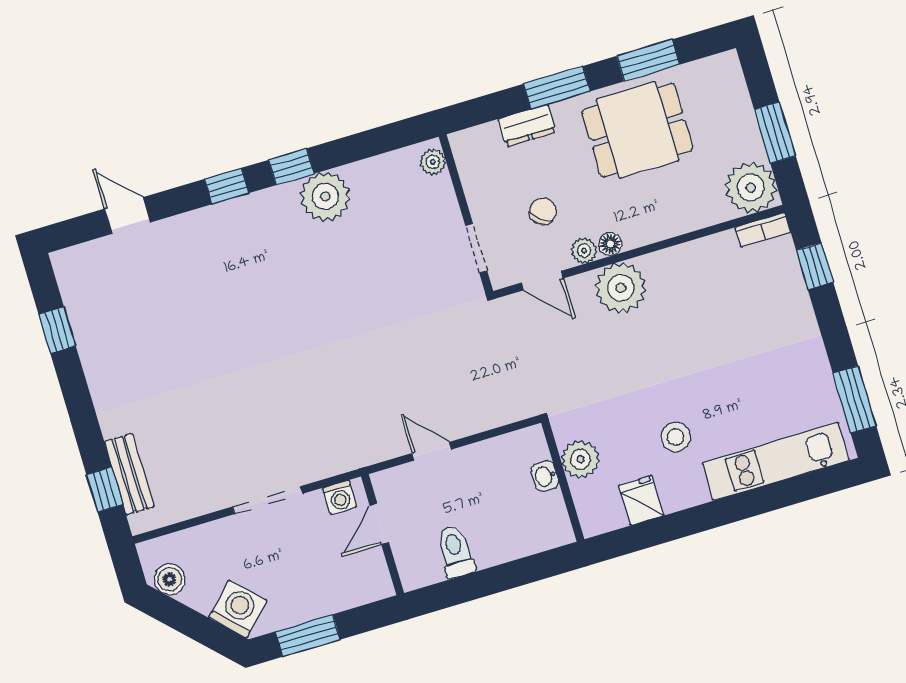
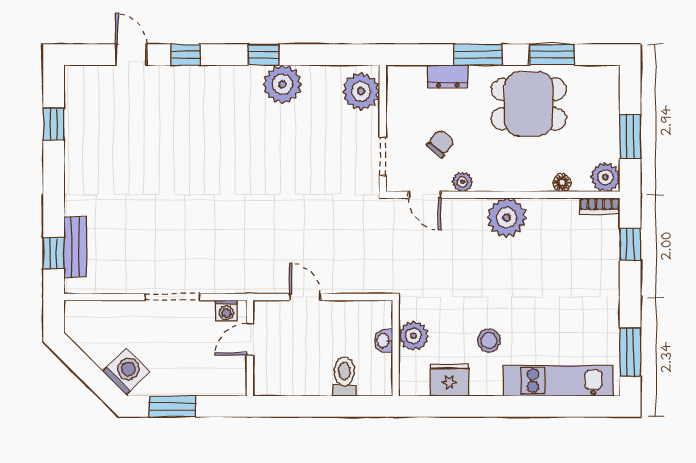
plant: (433, 162) -> (361, 91), width x1.88, depth x1.88
window: (227, 186) -> (186, 55), moved
plant: (751, 188) -> (605, 177), width x0.73, depth x0.73
floor lamp: (610, 244) -> (562, 183), moved
plant: (621, 288) -> (507, 218), moved
fridge: (641, 500) -> (450, 380), width x1.38
toilet: (455, 551) -> (344, 376), moved
boiler: (170, 579) -> (82, 334), removed

